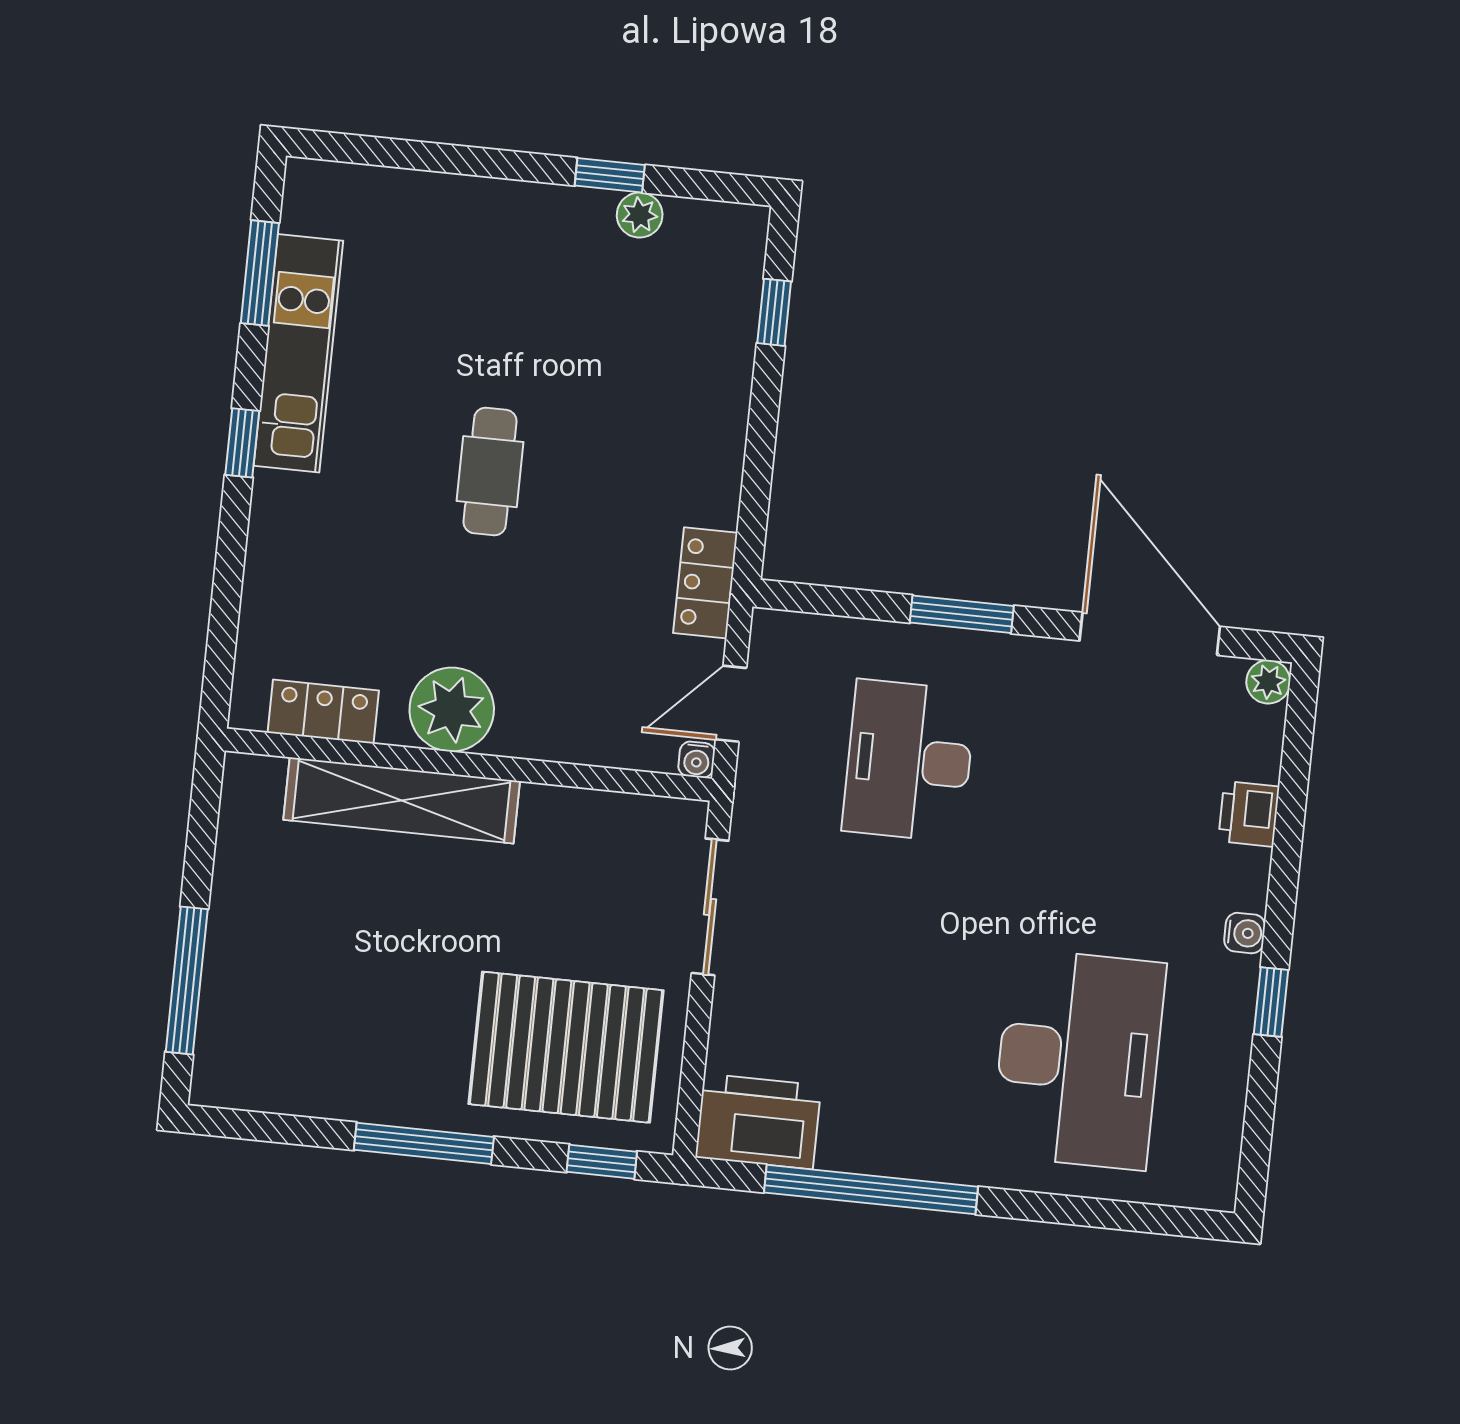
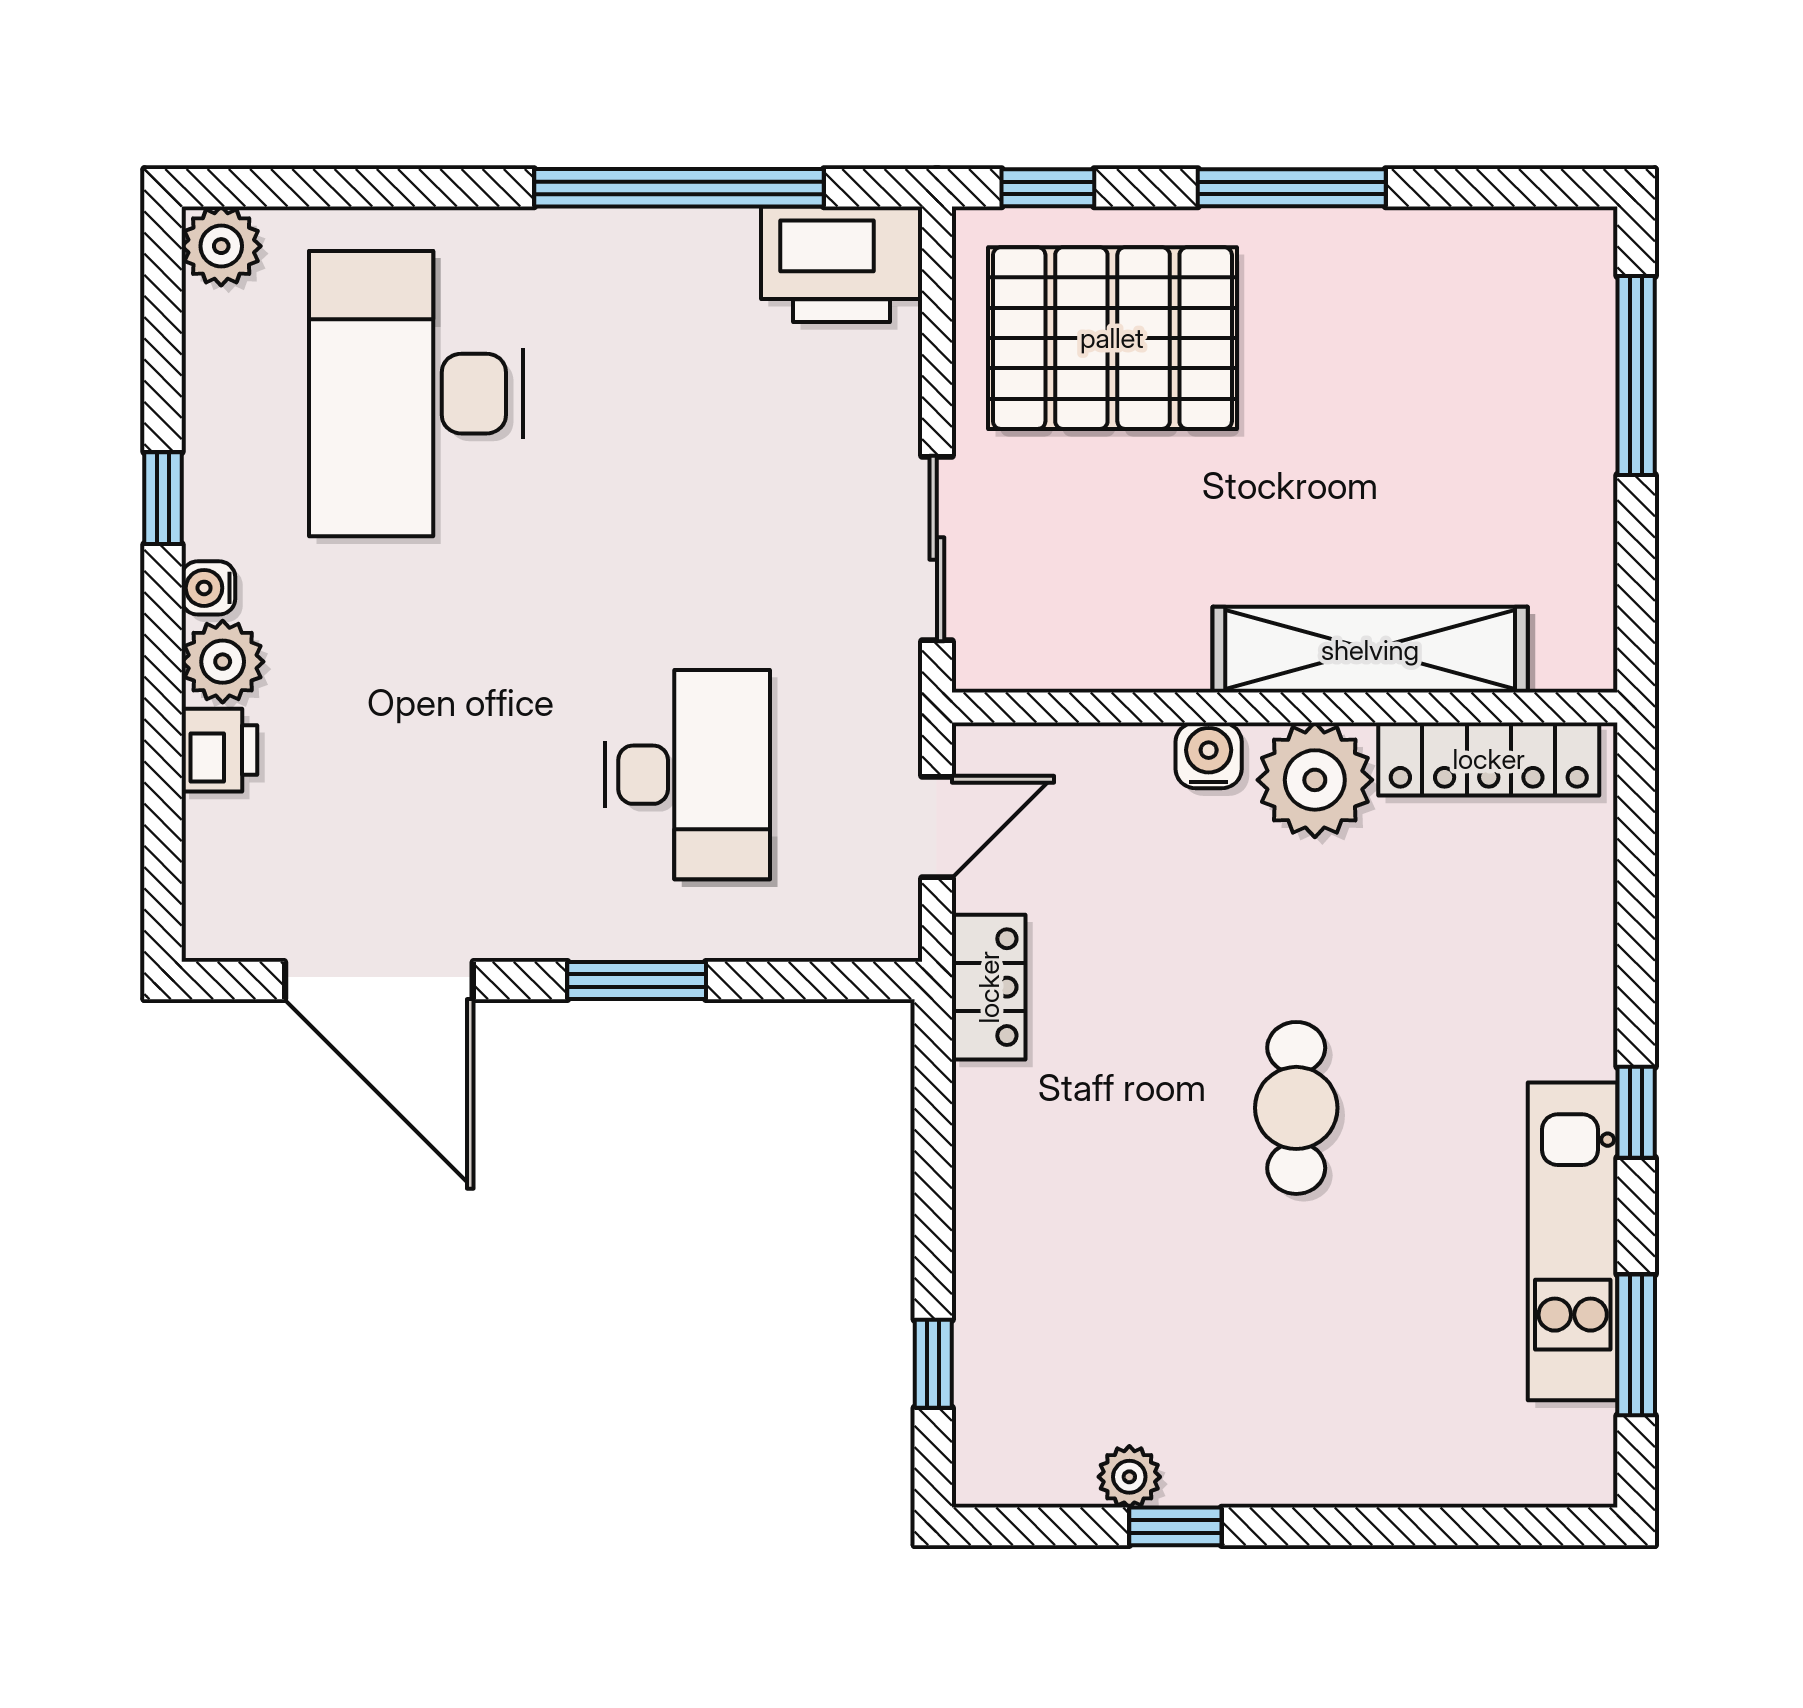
plant: (1268, 682) -> (223, 662), moved, width x1.38, depth x1.38
locker: (323, 712) -> (1489, 759), width x1.53
water cooler: (697, 760) -> (1209, 755), moved, width x1.38, depth x1.38
plant: (1209, 1182) -> (221, 246), added

